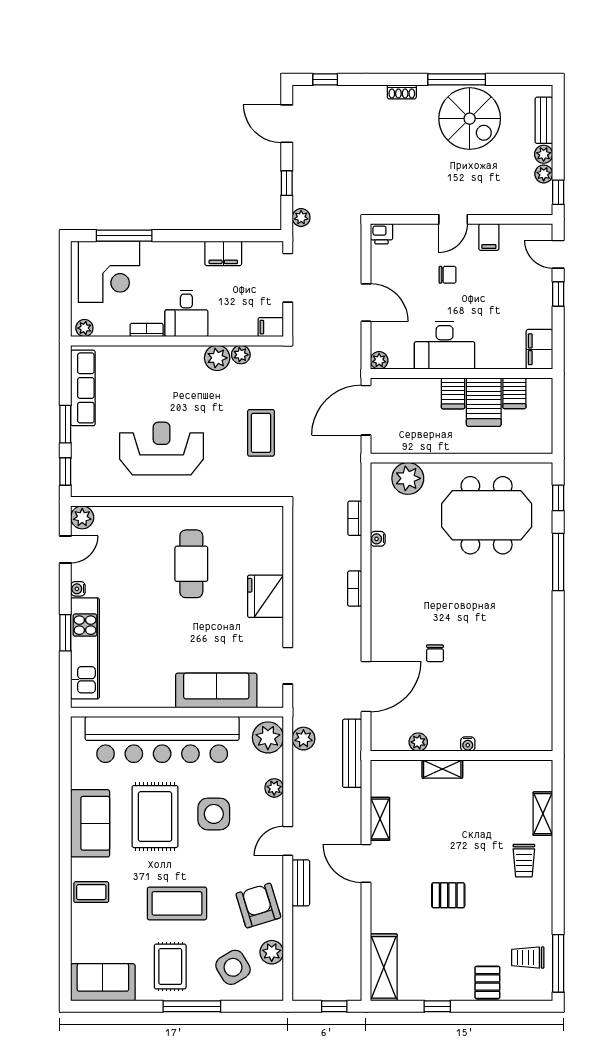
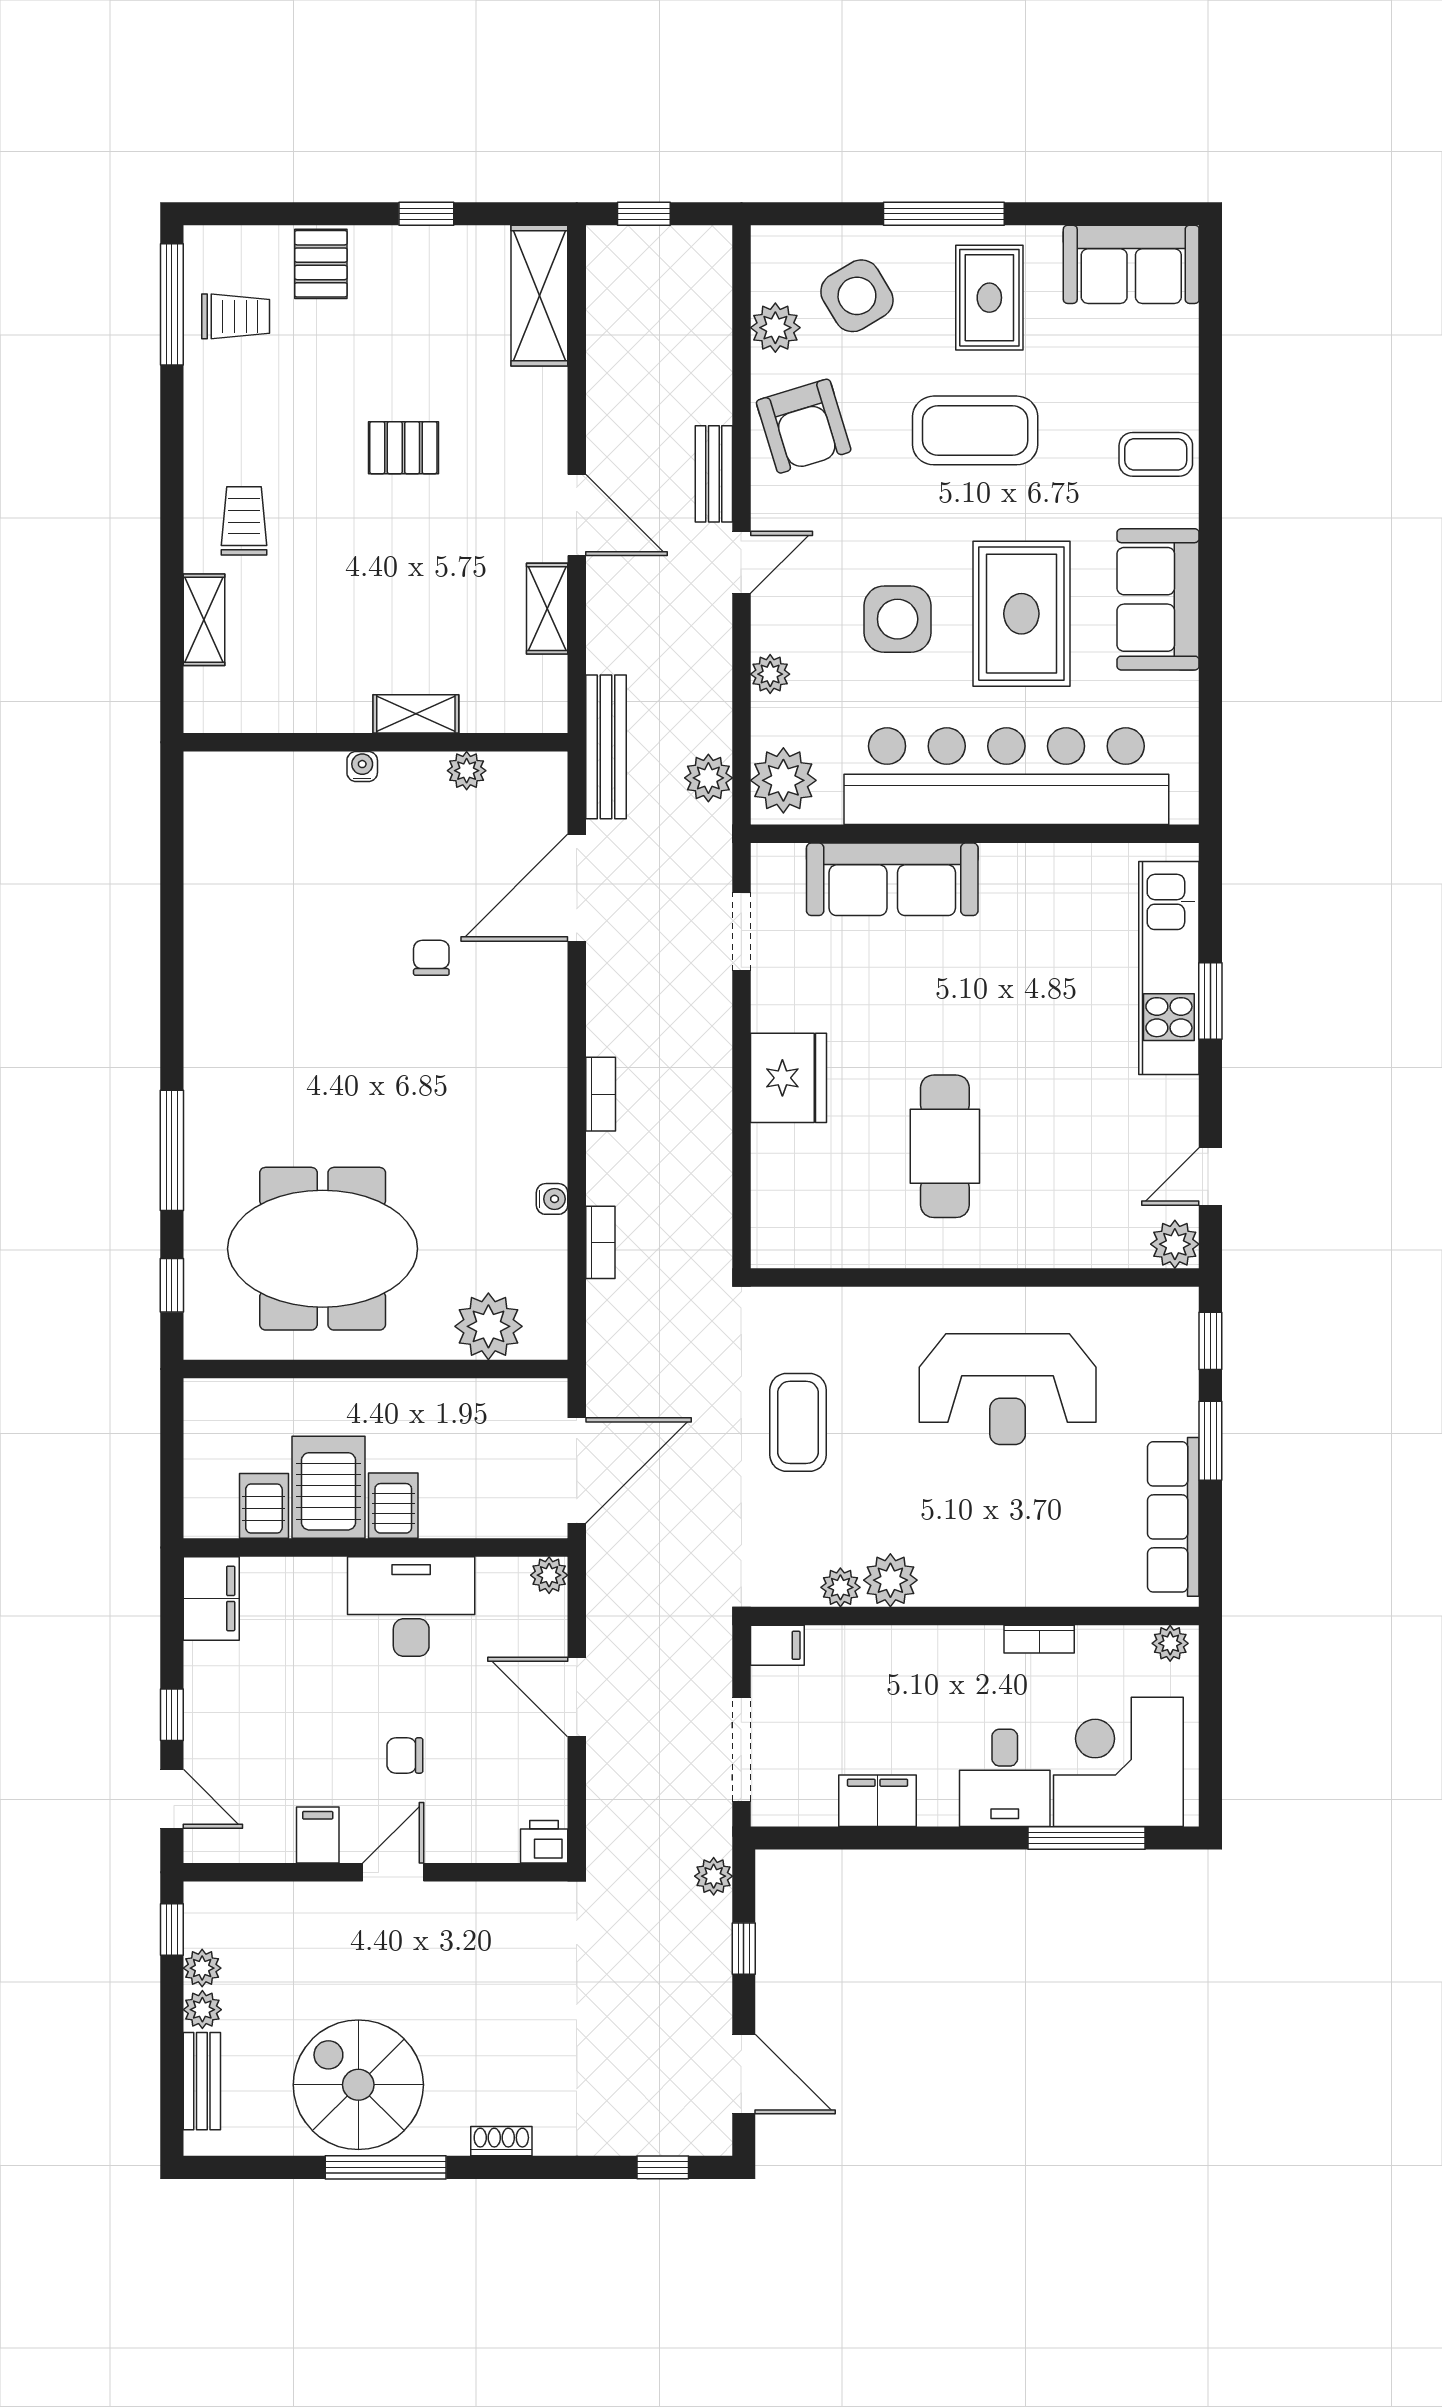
desk: (186, 313) -> (1005, 1778), moved, turned 180
water cooler: (78, 589) -> (1184, 1094), removed

